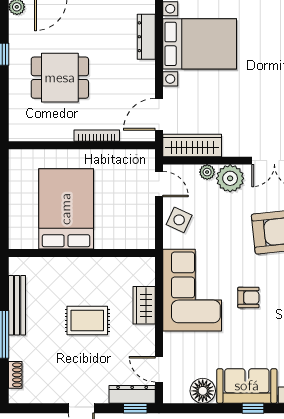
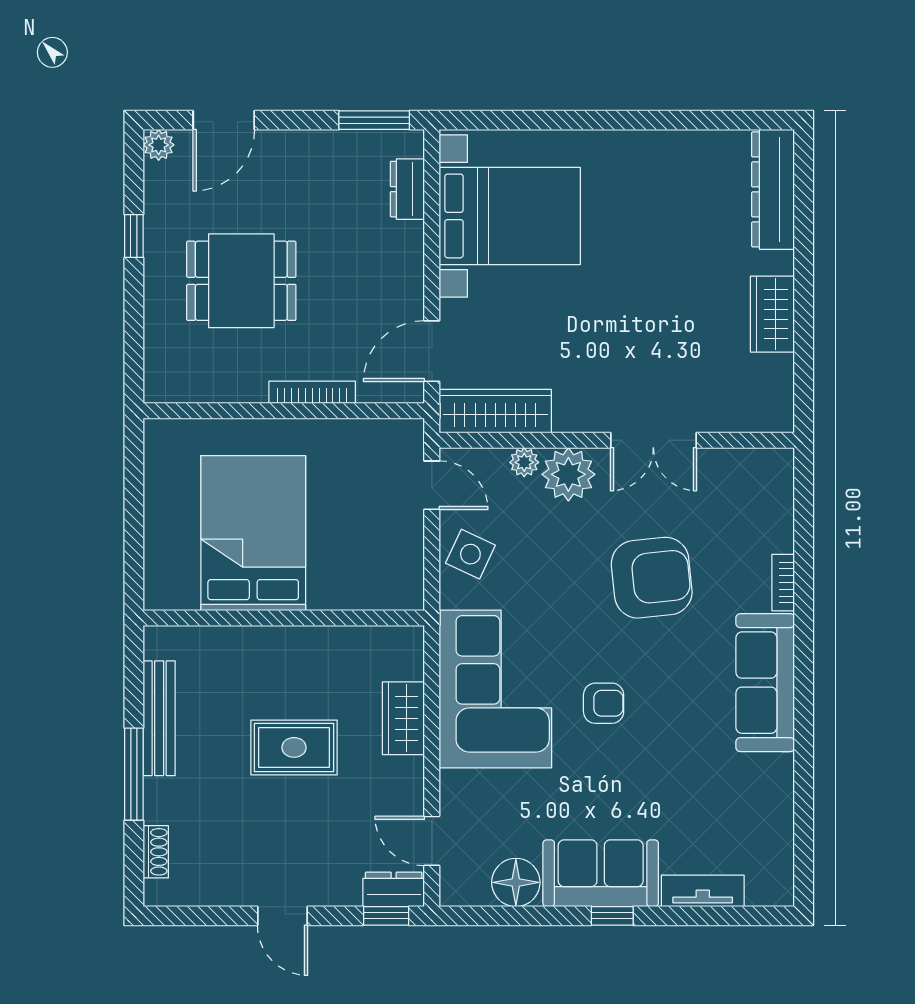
dresser: (146, 37) -> (407, 189), width x0.70
dresser: (132, 394) -> (394, 889), width x0.70

